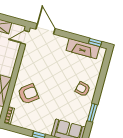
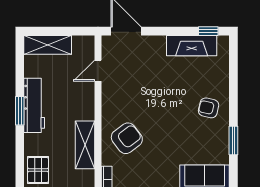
door: (25, 37) -> (98, 71), moved

